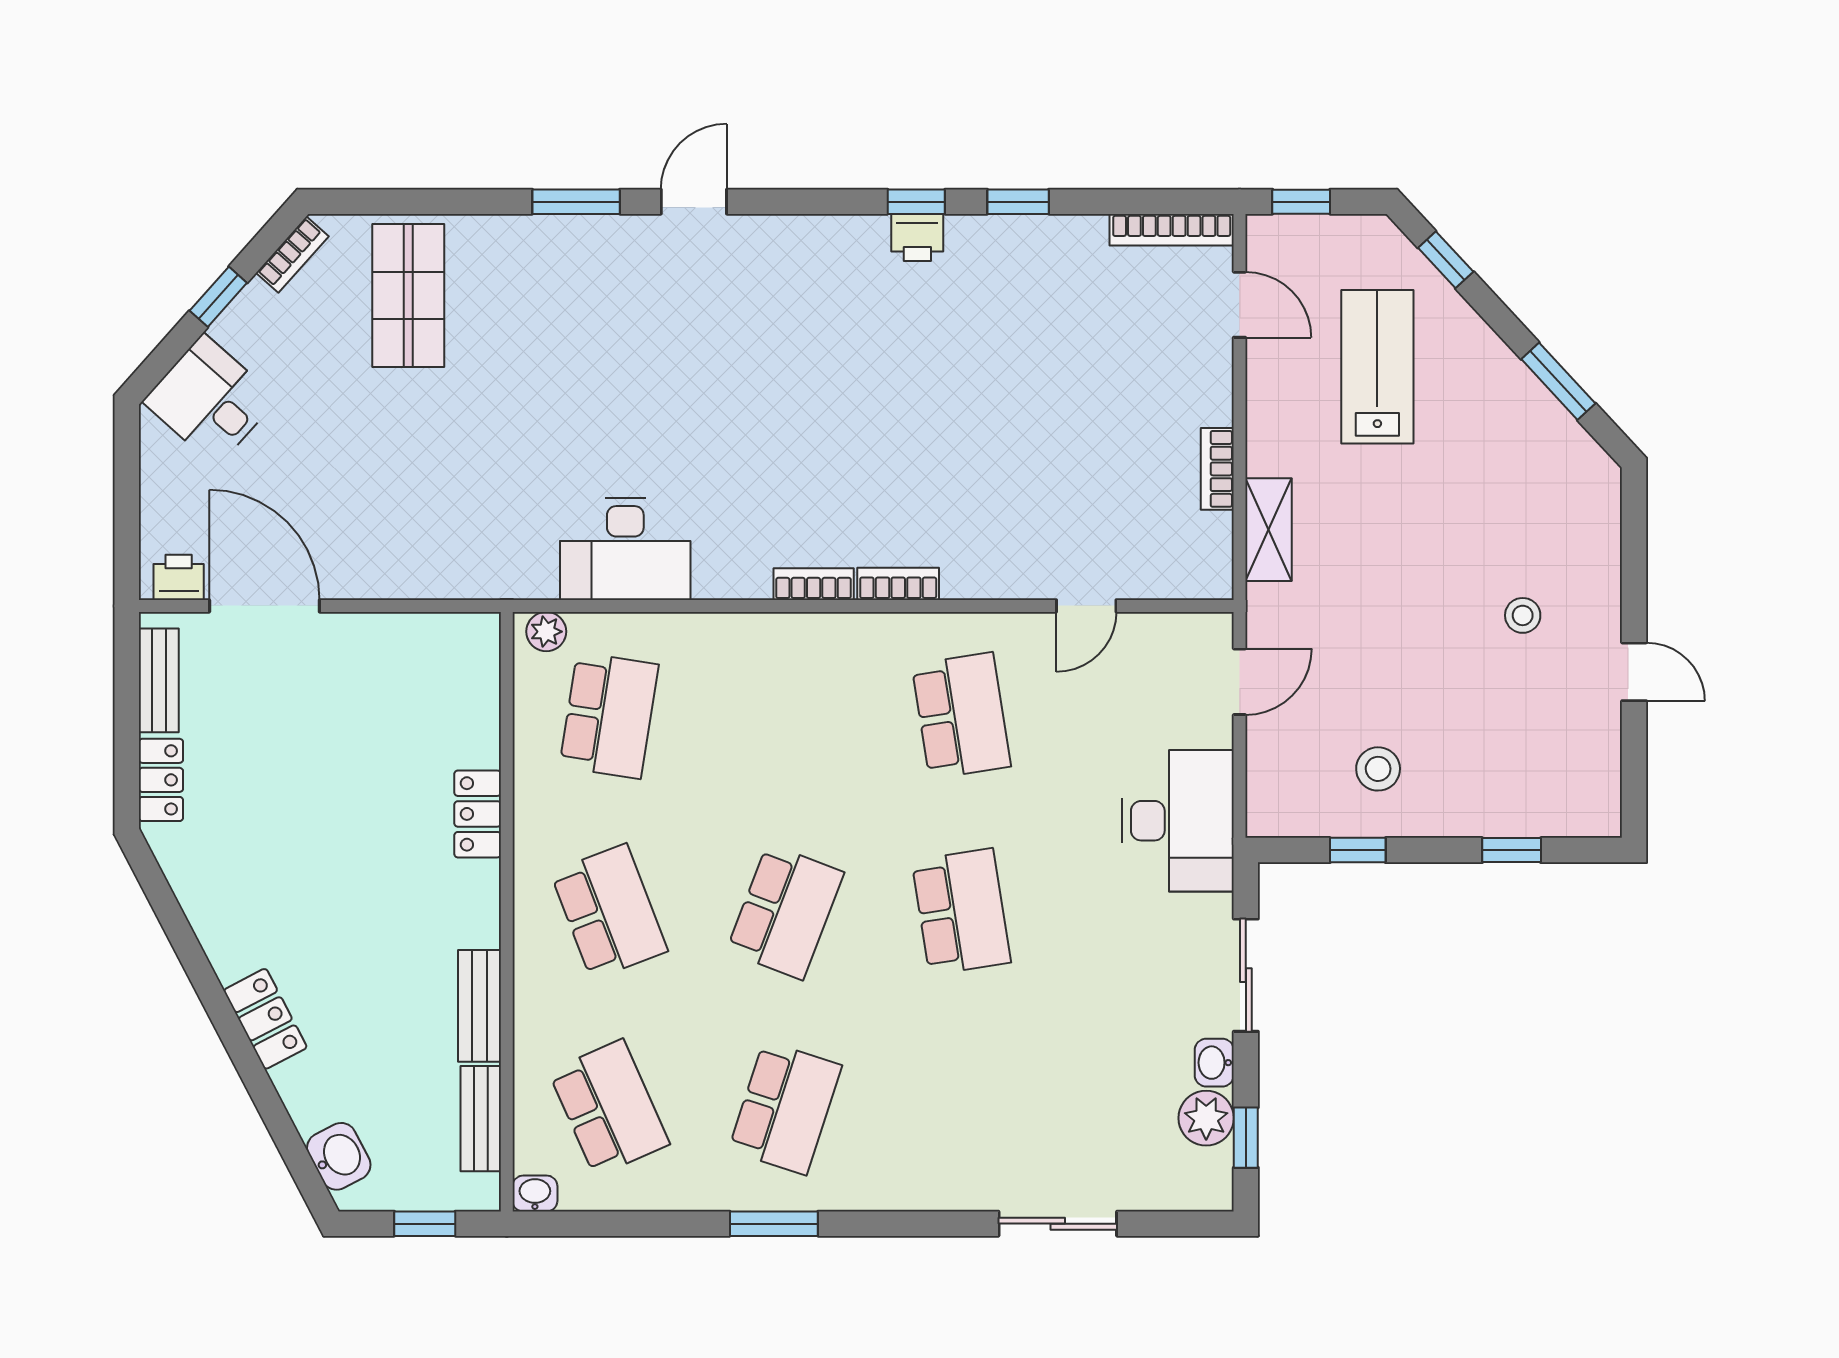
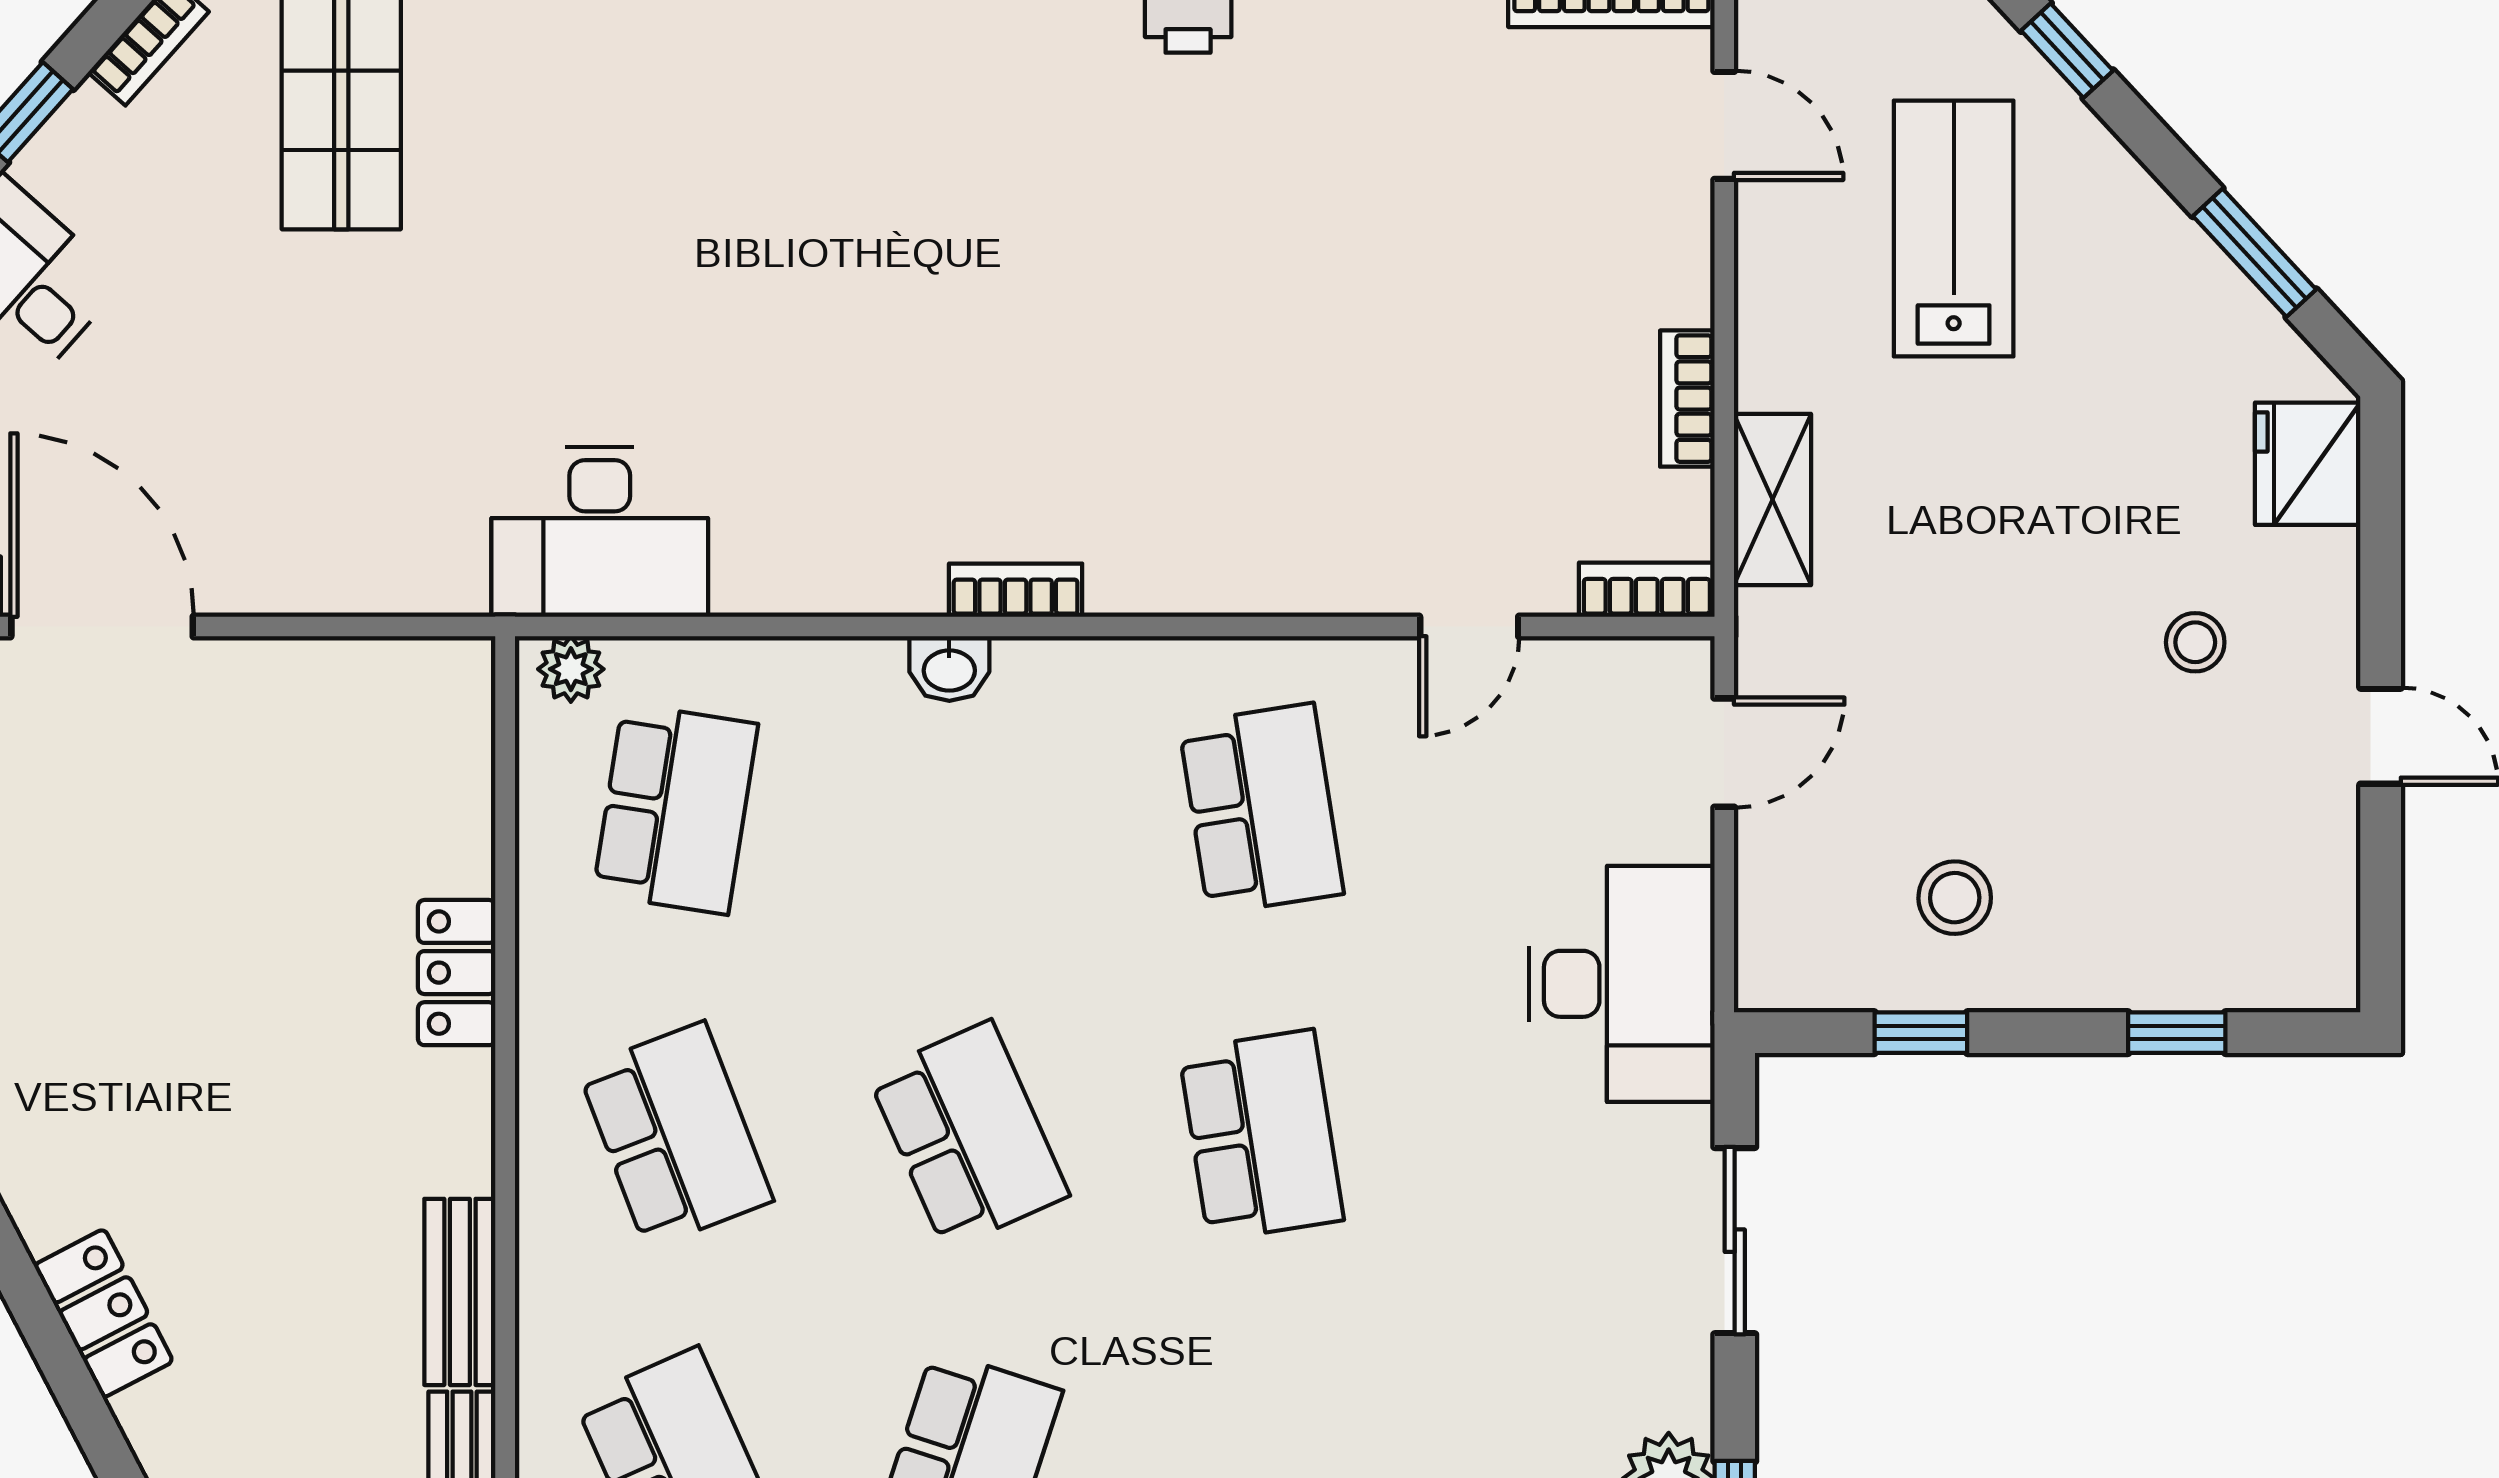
fridge: (1590, 508) -> (2308, 464), added
desk: (625, 549) -> (600, 532), moved
bookcase: (898, 584) -> (1647, 590), moved
school desk: (785, 912) -> (968, 1135), turned -45
washbasin: (1214, 1063) -> (949, 669), moved, turned -90

